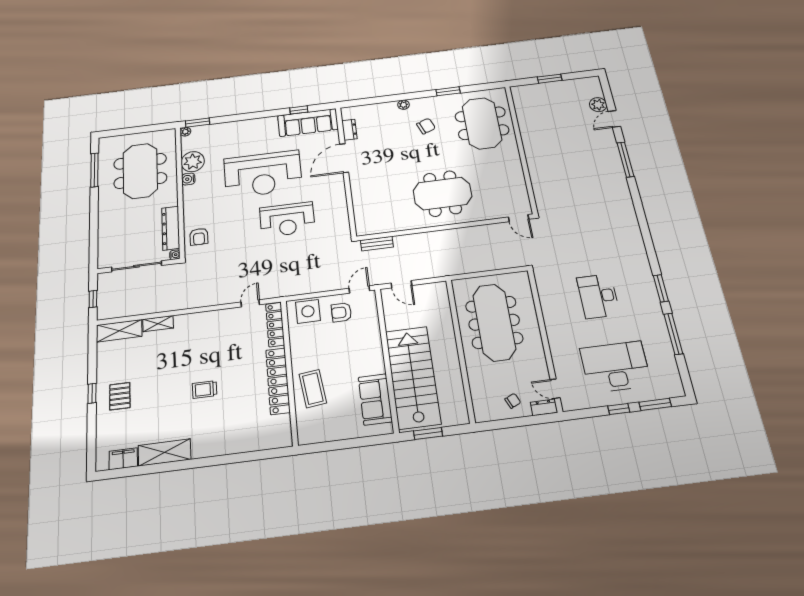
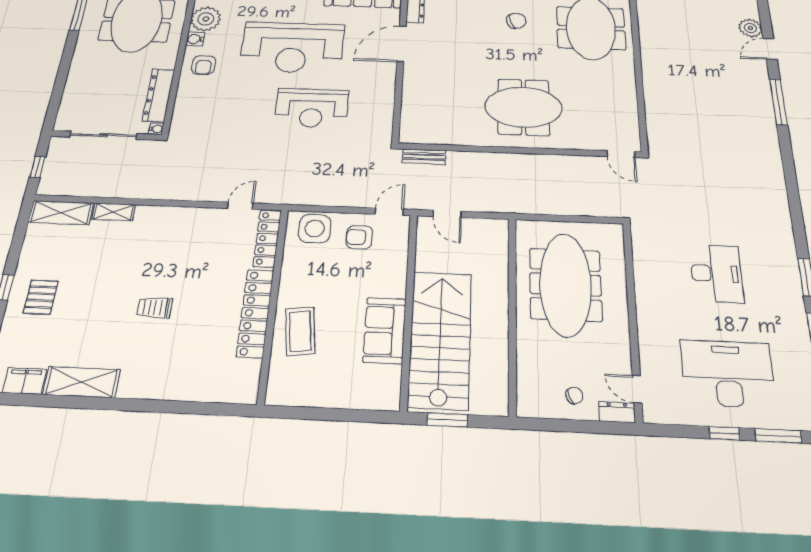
armchair: (199, 237) -> (204, 65), moved
desk: (598, 296) -> (716, 273), turned 180
sofa: (375, 399) -> (385, 330), moved

